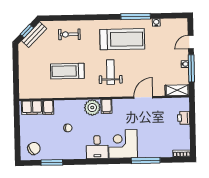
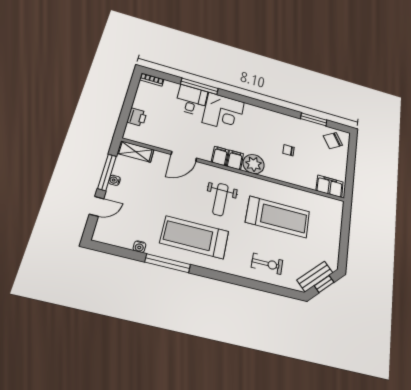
treadmill: (67, 71) -> (278, 217), width x1.37, depth x1.38
filing cabinet: (48, 107) -> (220, 156), moved
desk: (97, 147) -> (191, 100), moved

